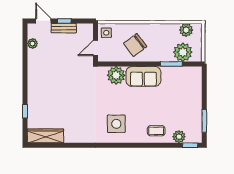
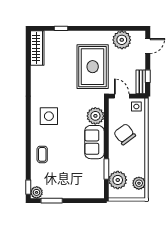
window: (64, 21) -> (148, 76), moved
bench: (64, 28) -> (141, 82), moved
plant: (32, 43) -> (122, 40), width x1.88, depth x1.88
rug: (65, 78) -> (93, 67), added
plant: (179, 137) -> (37, 192), moved

